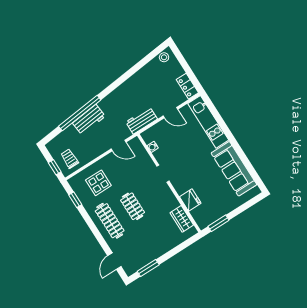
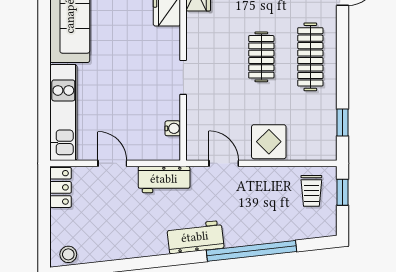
workbench: (89, 120) -> (195, 237), moved
display table: (98, 183) -> (269, 142), moved

